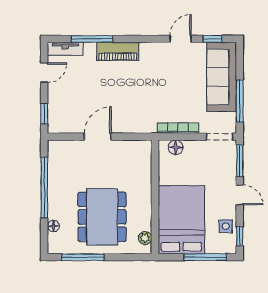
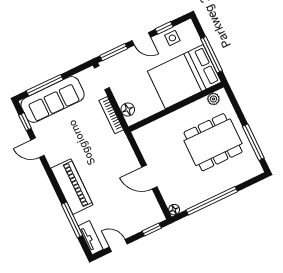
piano: (118, 51) -> (72, 187), width x1.37, depth x1.33
window: (240, 101) -> (45, 85), moved
door: (240, 195) -> (141, 39), swing flipped
floor lamp: (53, 226) -> (174, 210), moved
window: (240, 236) -> (164, 28), moved
window: (205, 257) -> (211, 55), moved

